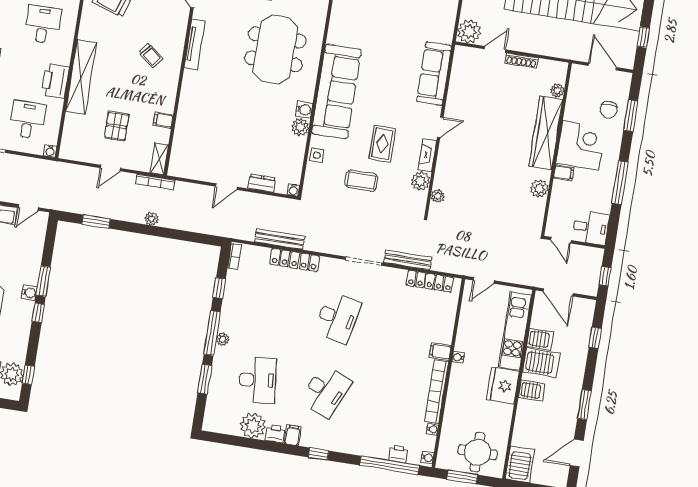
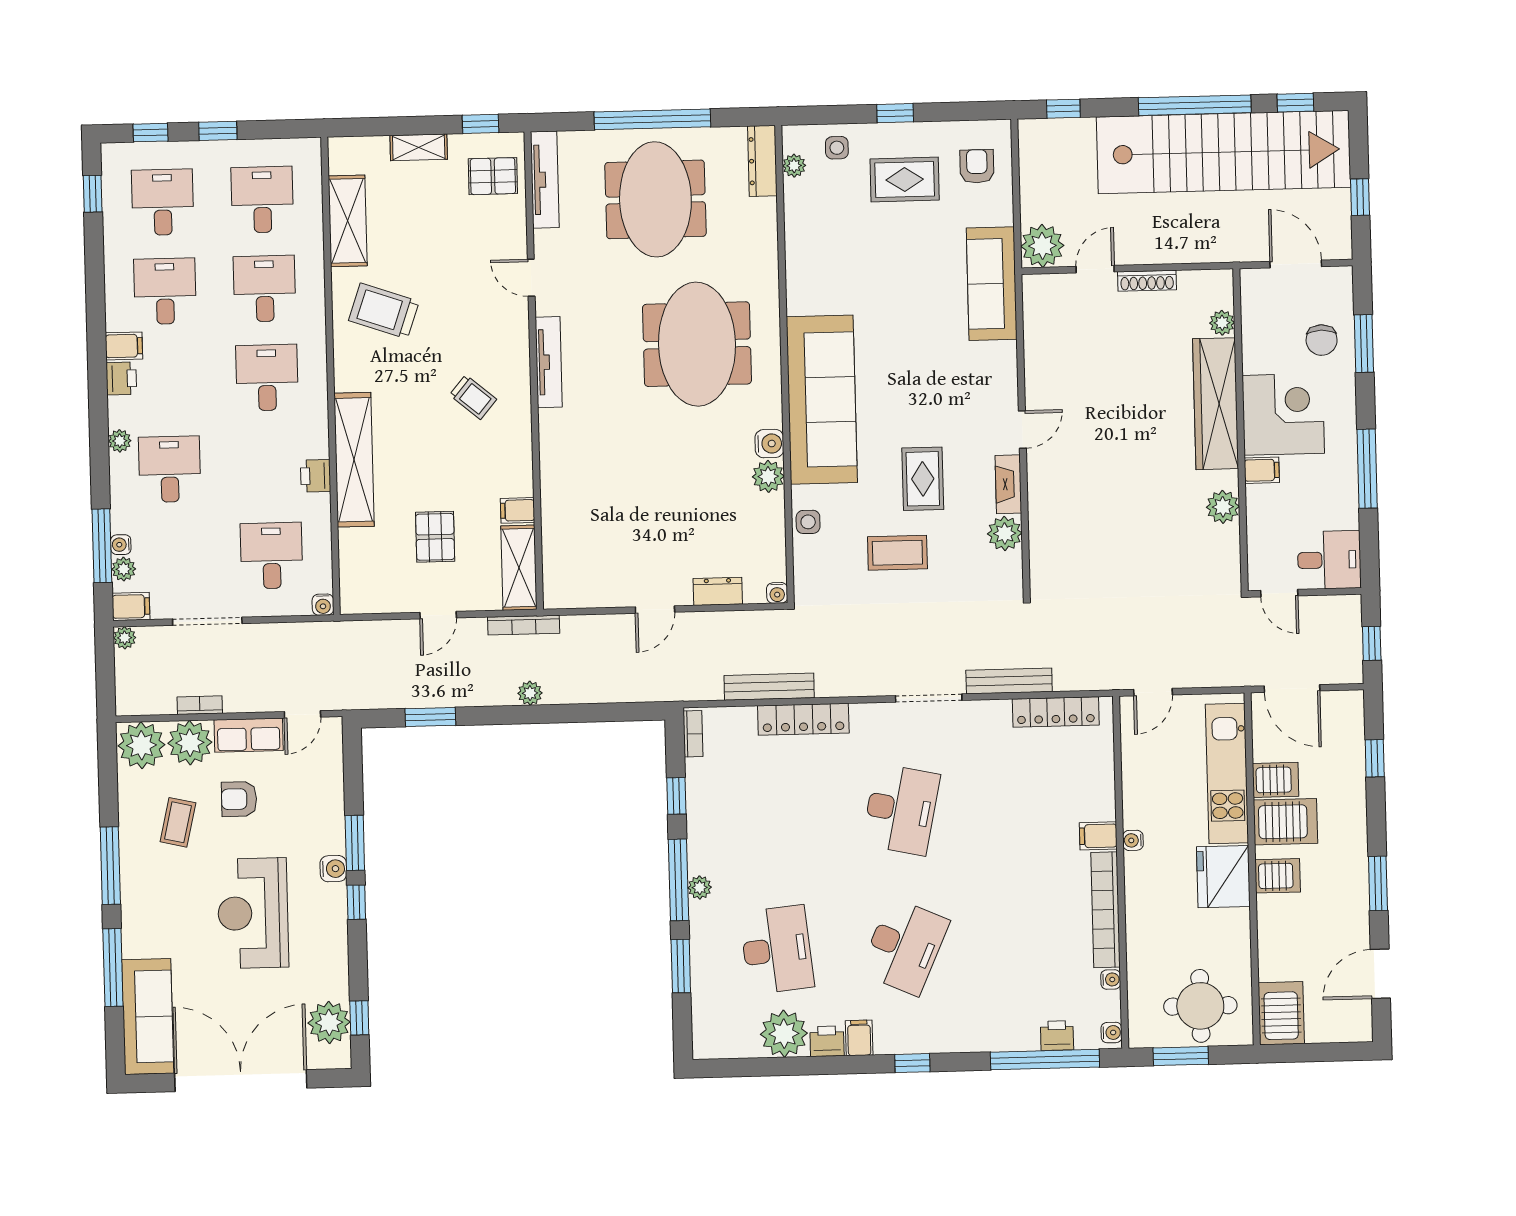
sofa: (434, 74) -> (992, 284), moved
printer: (55, 81) -> (316, 476), width x0.53, depth x0.68
shelving: (159, 159) -> (519, 568), width x1.50, depth x1.33
plant: (438, 196) -> (1041, 555), removed

